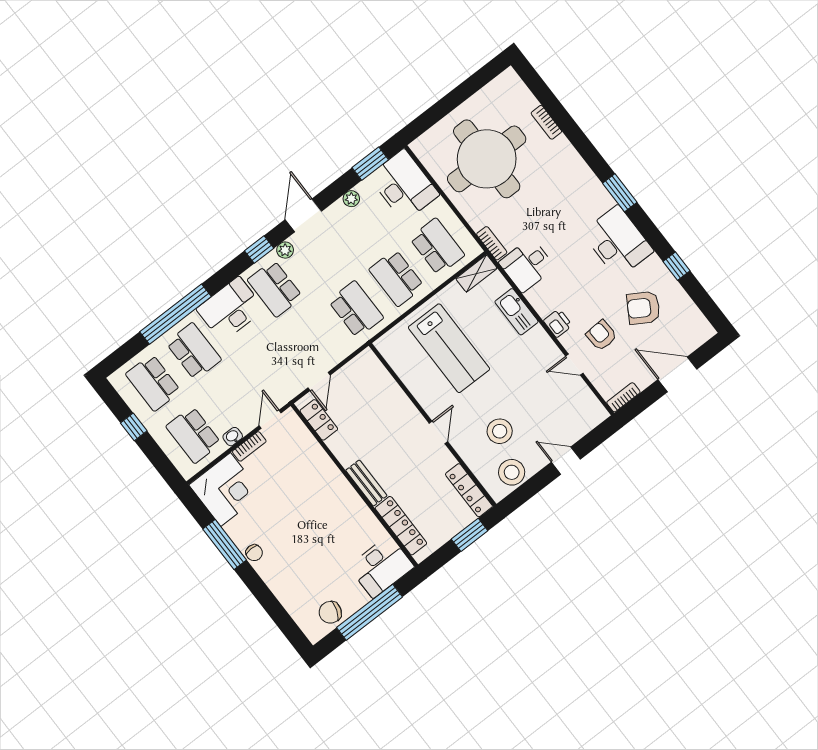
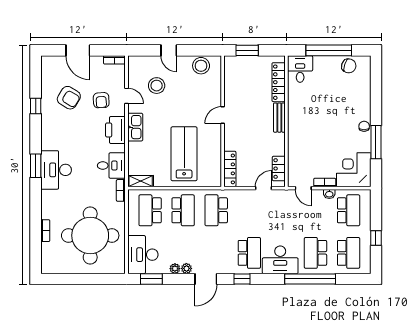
desk: (618, 242) -> (56, 170), moved
plant: (285, 250) -> (186, 268), moved
kitchen sink: (516, 312) -> (135, 127), moved
printer: (558, 323) -> (115, 130), width x1.87, depth x1.48
door: (270, 419) -> (303, 188), hinge flipped
stool: (500, 431) -> (157, 86), moved
locker: (469, 490) -> (230, 169), moved
desk: (381, 567) -> (300, 69), width x0.73

